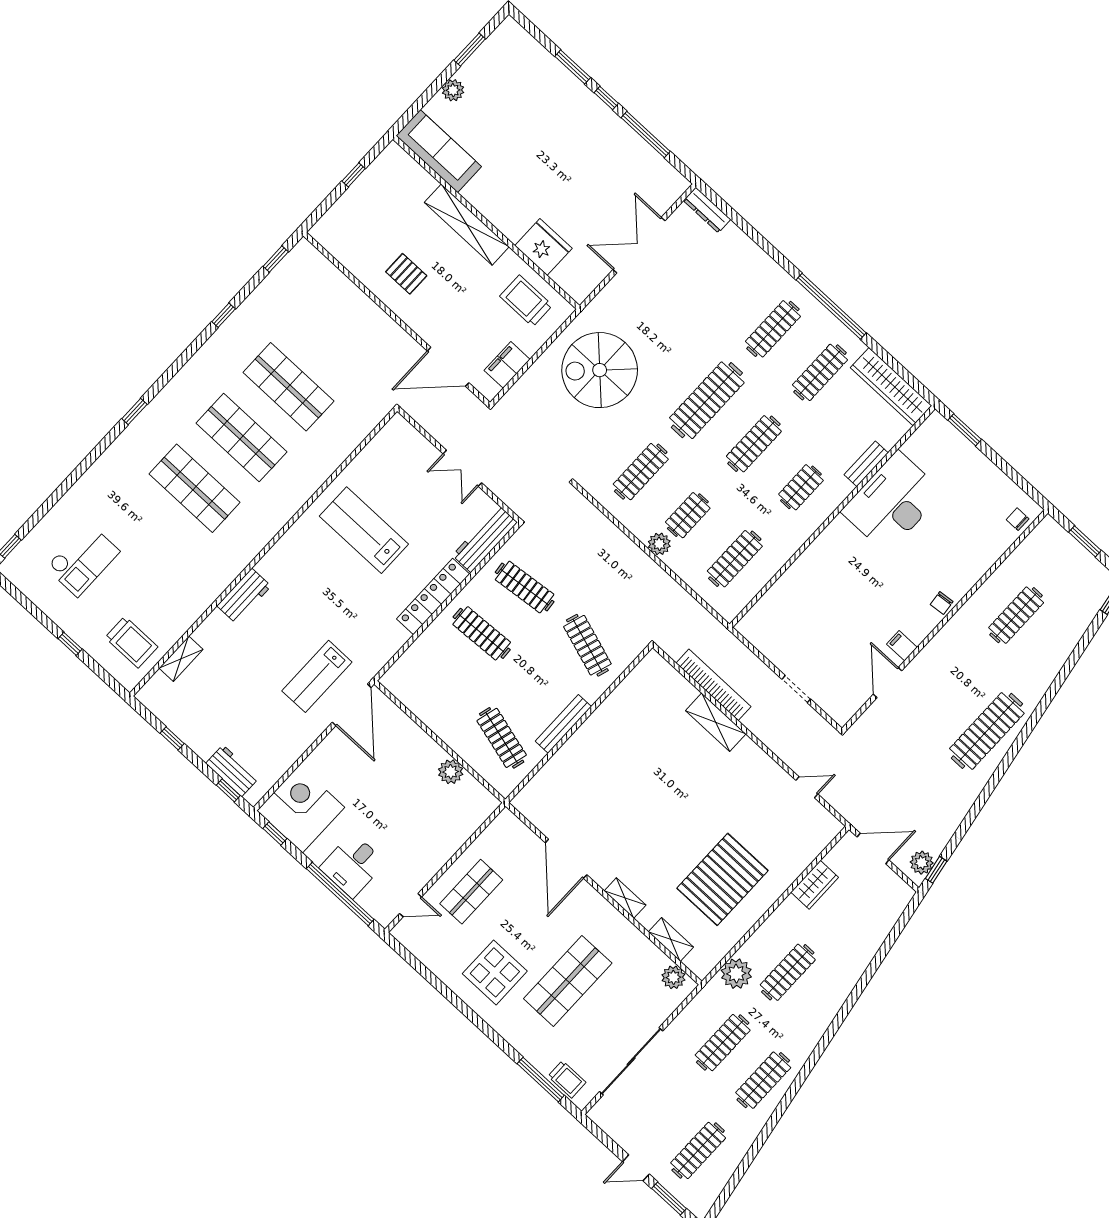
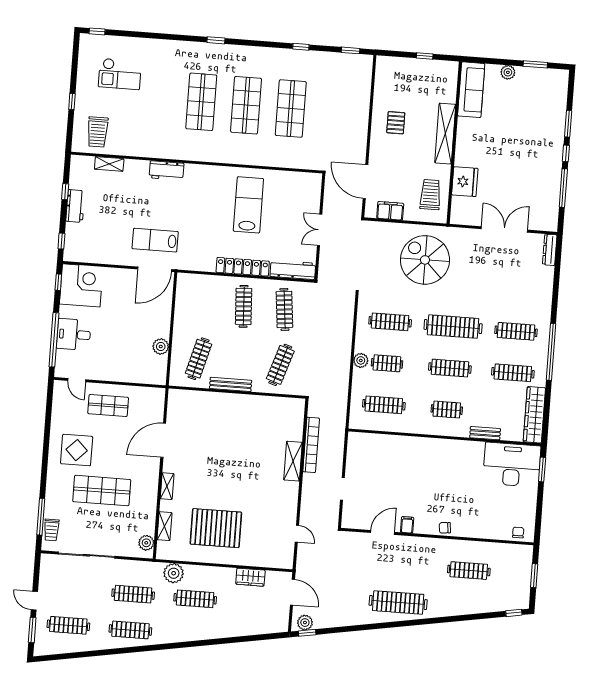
desk: (892, 502) -> (512, 465), moved
workbench: (232, 771) -> (75, 206), moved

